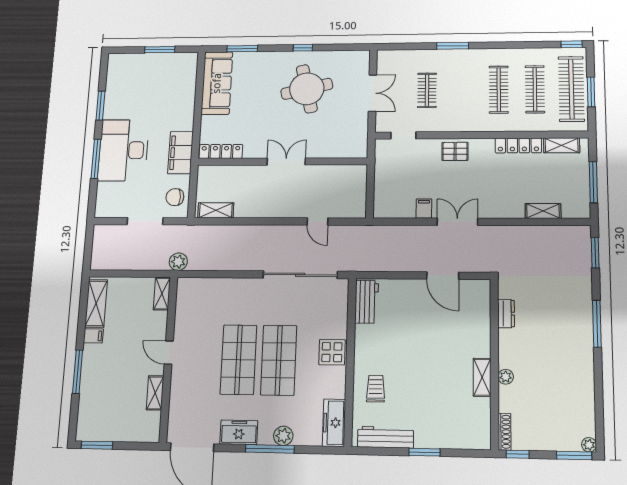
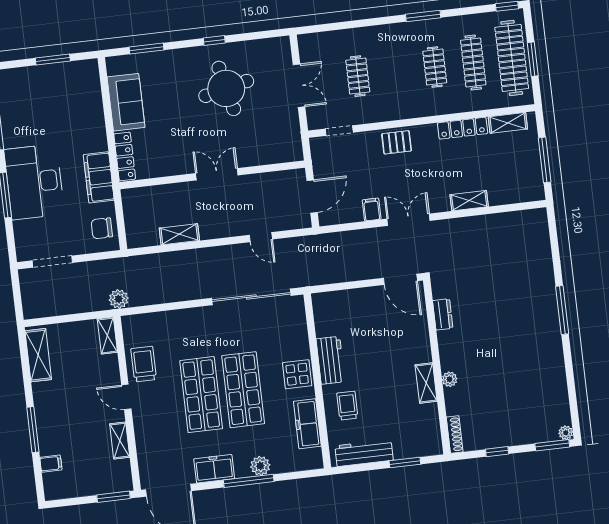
window: (453, 46) -> (423, 16), moved
sofa: (217, 83) -> (126, 102), width x0.73
clothes rail: (499, 90) -> (435, 67), width x0.73
locker: (221, 151) -> (125, 156), moved, turned 90
door: (370, 191) -> (312, 196), added
shelving: (216, 210) -> (179, 234), moved
shelving: (543, 211) -> (469, 201), moved
doorway: (145, 221) -> (52, 262), moved
window: (595, 253) -> (553, 236), removed
workbench: (367, 302) -> (330, 360), moved
dresser: (506, 314) -> (443, 314), moved
trolley: (190, 324) -> (144, 364), added
filing cabinet: (93, 336) -> (51, 464), moved
wall: (494, 363) -> (437, 367), moved
shelving: (482, 377) -> (426, 383), moved
plant: (506, 377) -> (450, 379), moved
freezer: (334, 423) -> (307, 424), moved
shoe rack: (505, 432) -> (455, 434), moved
window: (97, 445) -> (113, 497), moved

